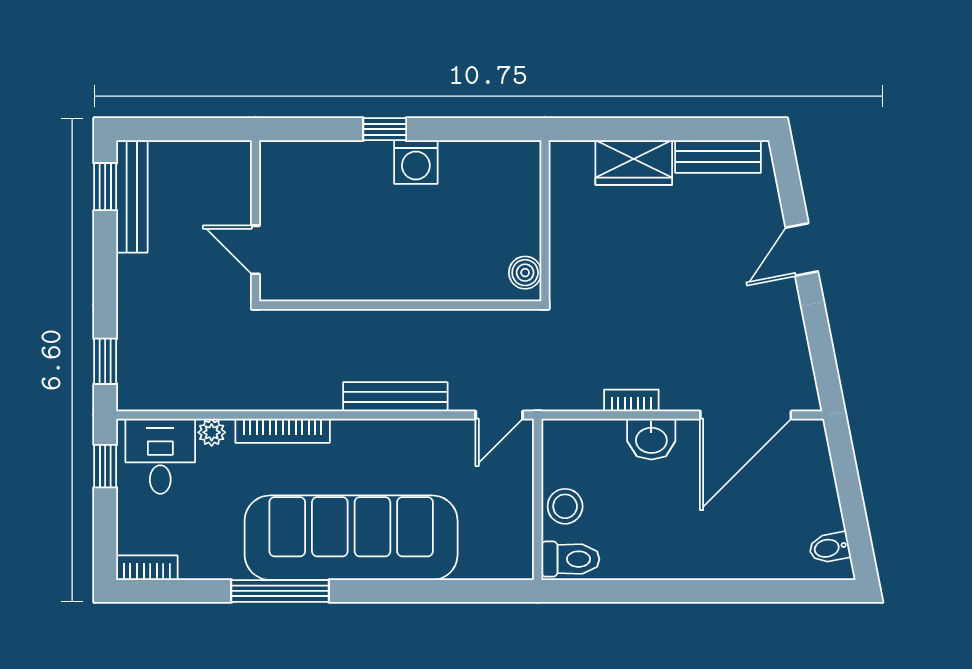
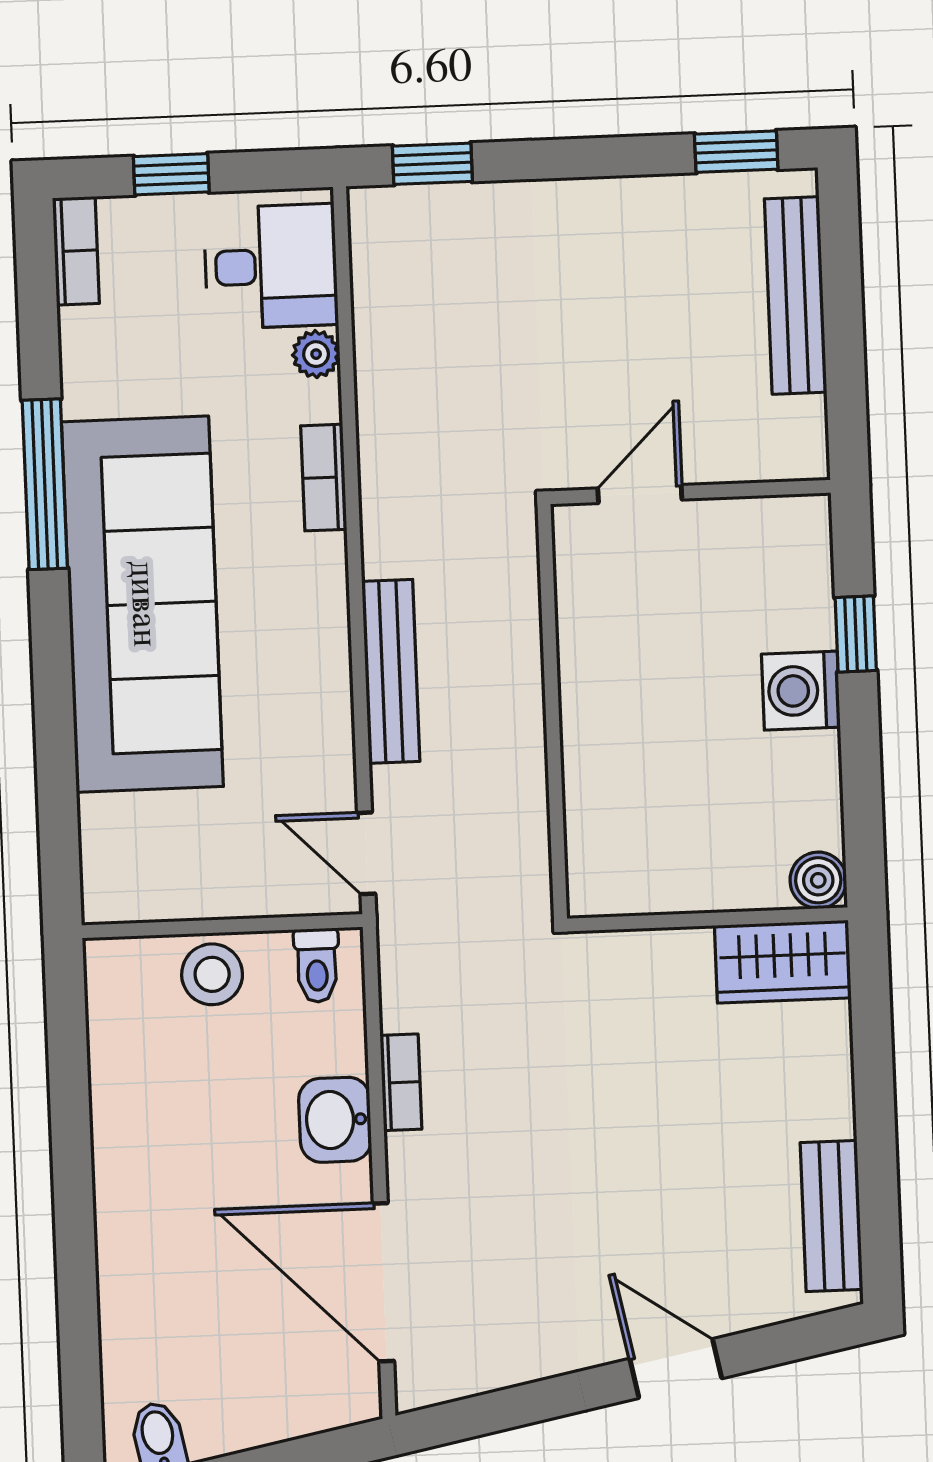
wardrobe: (634, 162) -> (783, 962), moved, turned -90
bench: (132, 196) -> (796, 295), moved, turned 90
wall: (255, 221) -> (690, 492), moved
door: (255, 250) -> (640, 494), moved
boiler: (525, 273) -> (818, 880), moved
bookcase: (283, 431) -> (324, 478), width x0.64
window: (105, 466) -> (171, 174), moved
toilet: (570, 559) -> (317, 965), moved, width x0.73, depth x0.72

